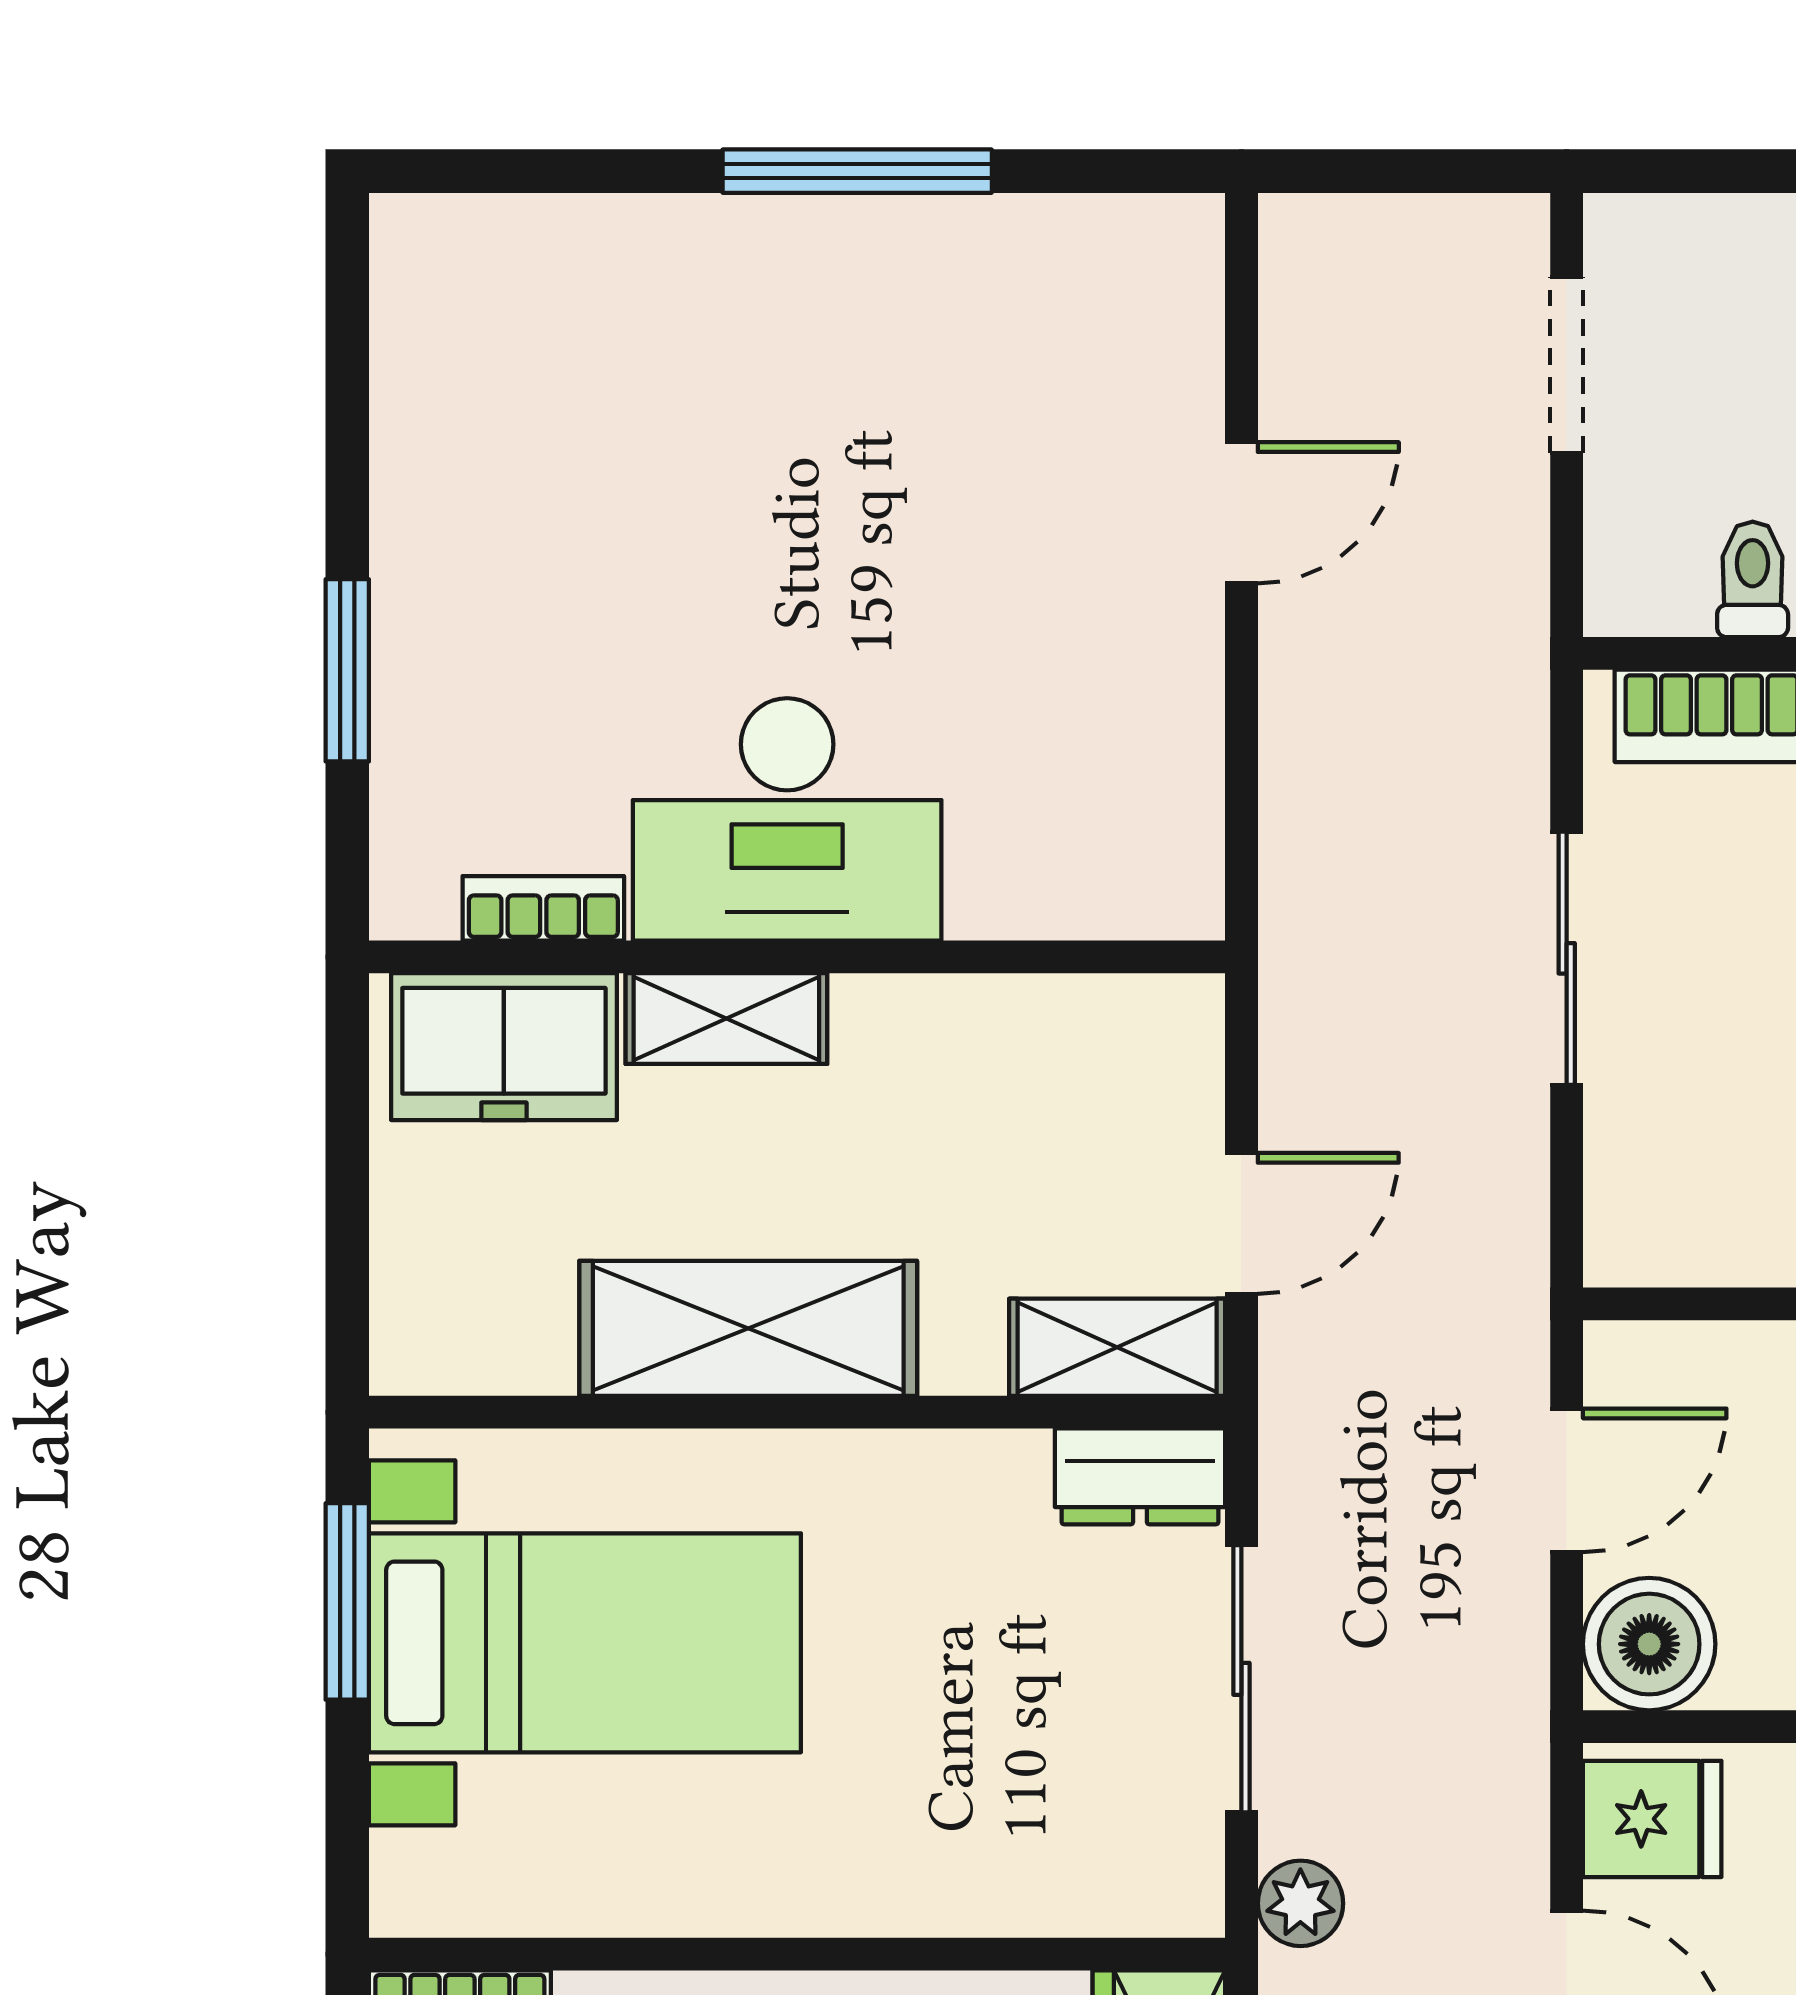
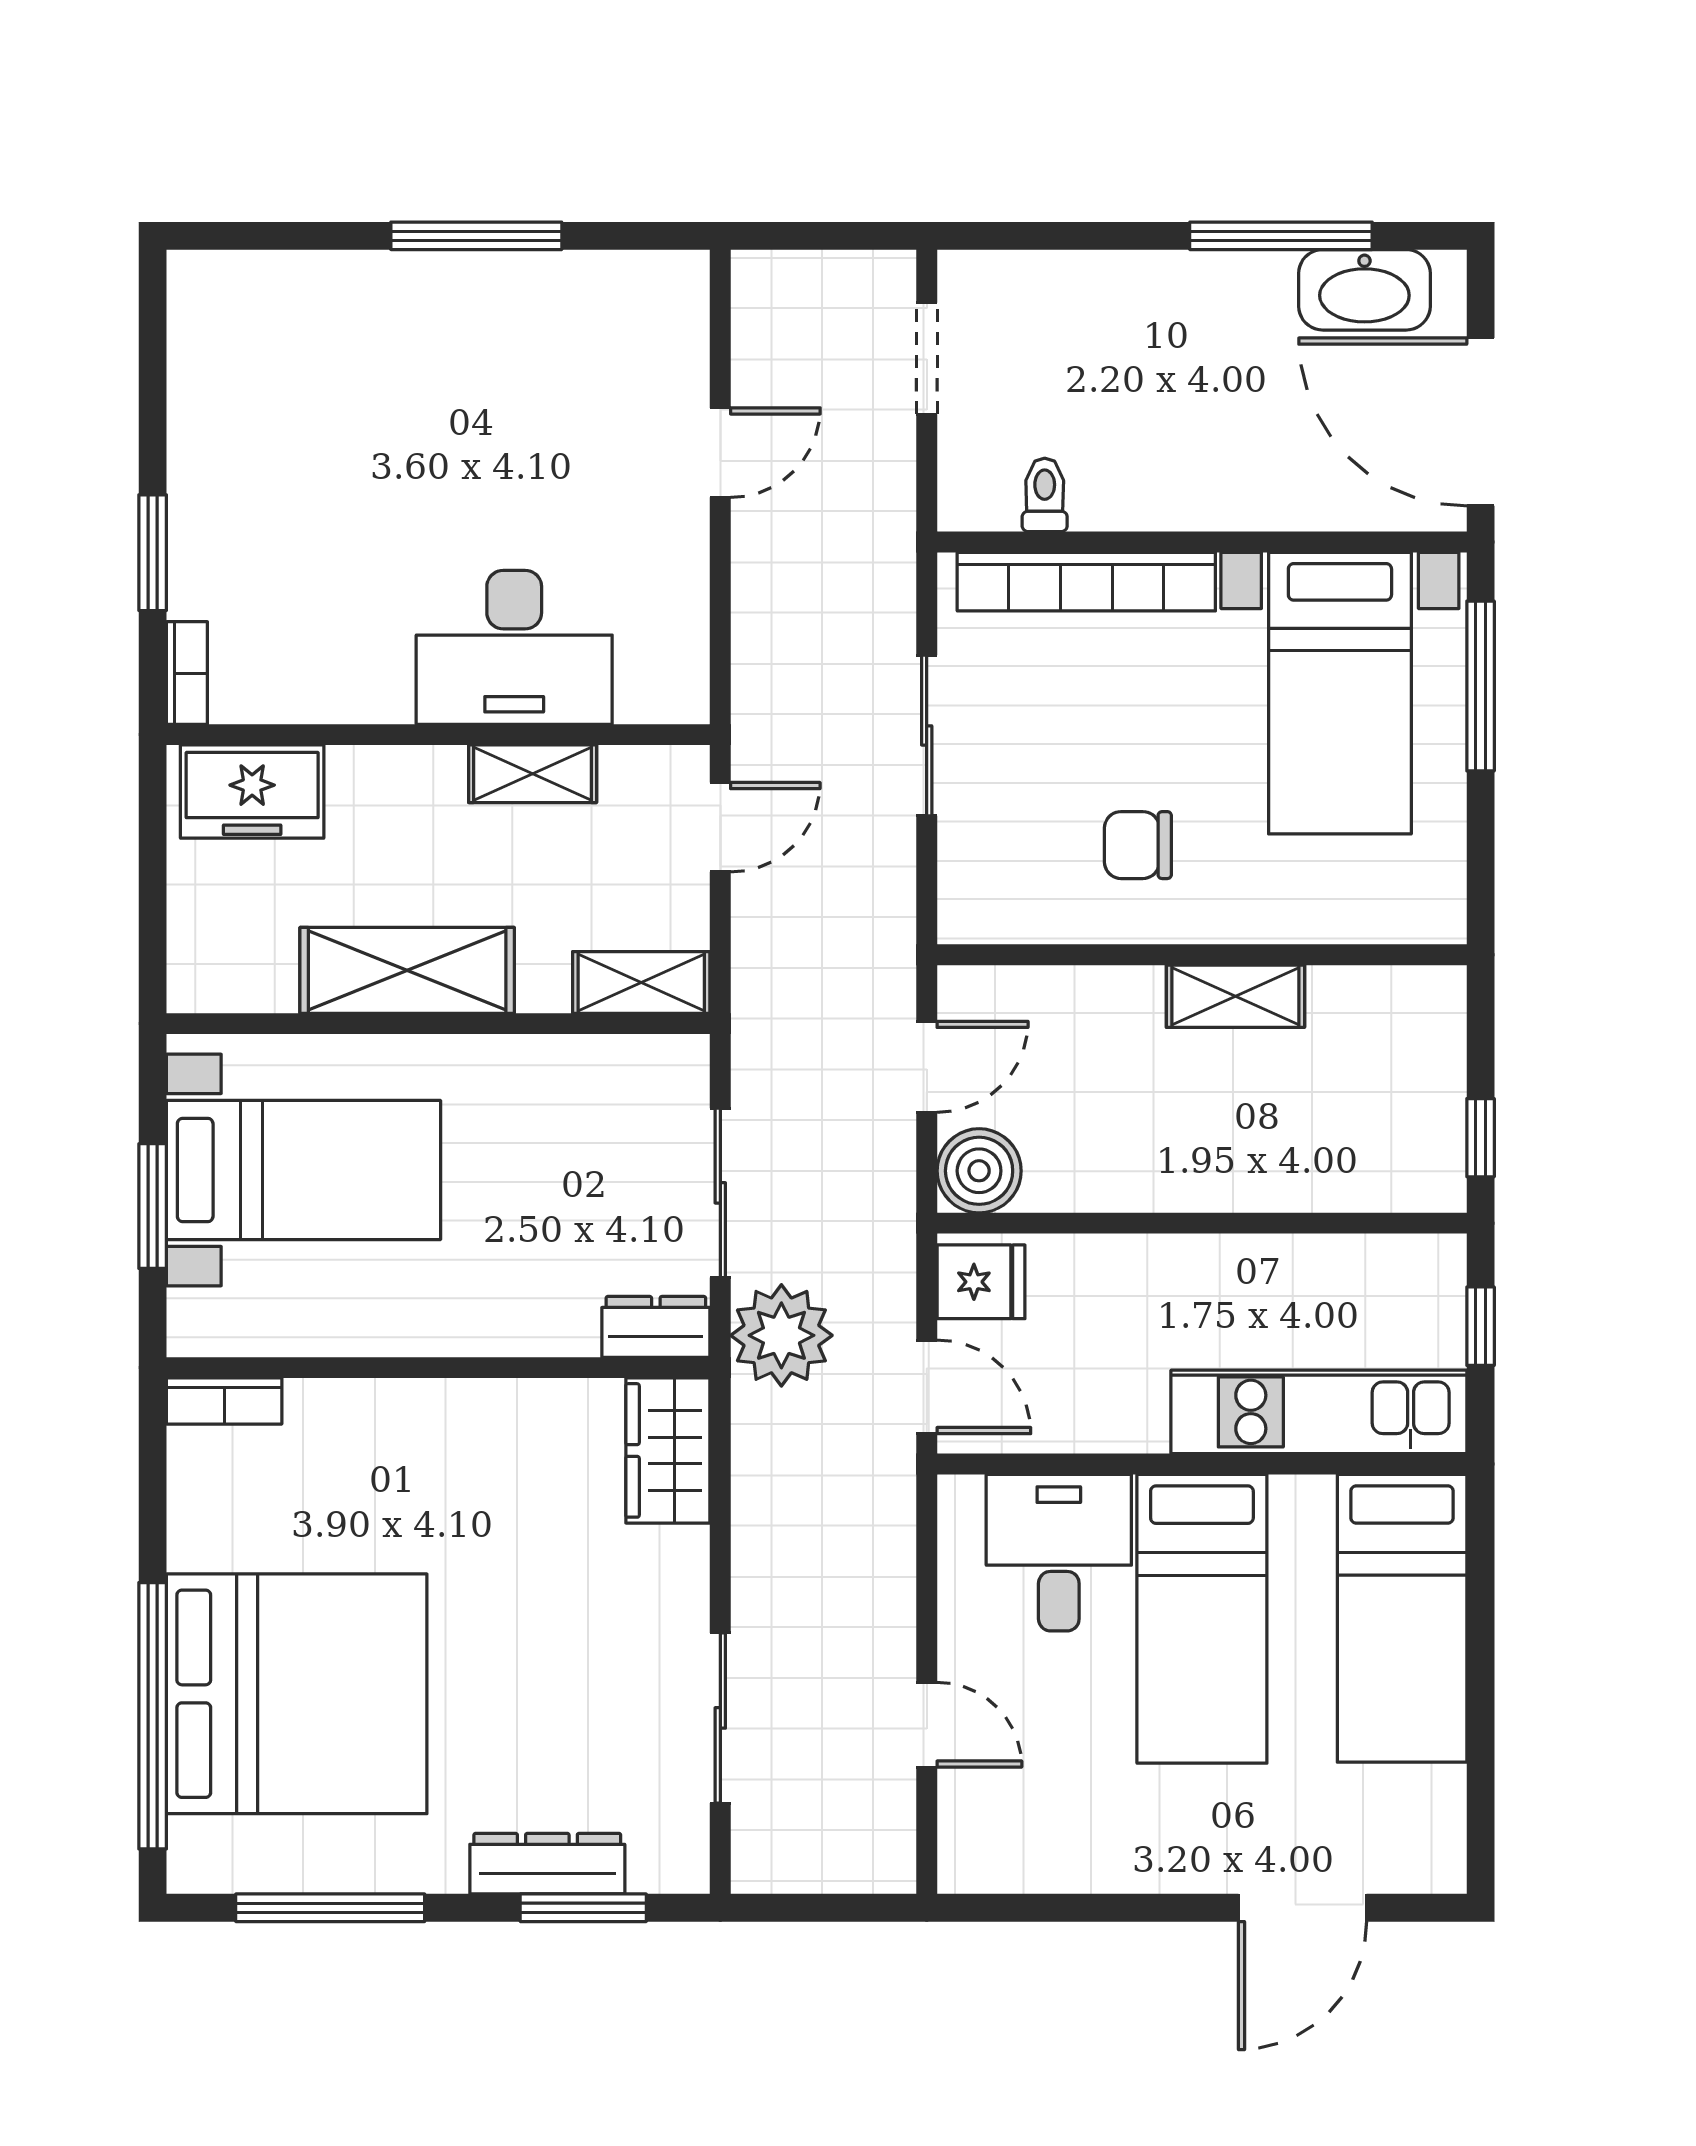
desk: (787, 819) -> (514, 647), moved
bookcase: (543, 908) -> (187, 673), moved, turned 90
shelving: (726, 1019) -> (533, 774), moved
door: (1241, 1223) -> (720, 827), moved
dresser: (1140, 1476) -> (656, 1327), moved, turned 180
window: (347, 1601) -> (153, 1206), moved
plant: (1300, 1903) -> (781, 1335), width x1.88, depth x1.88

